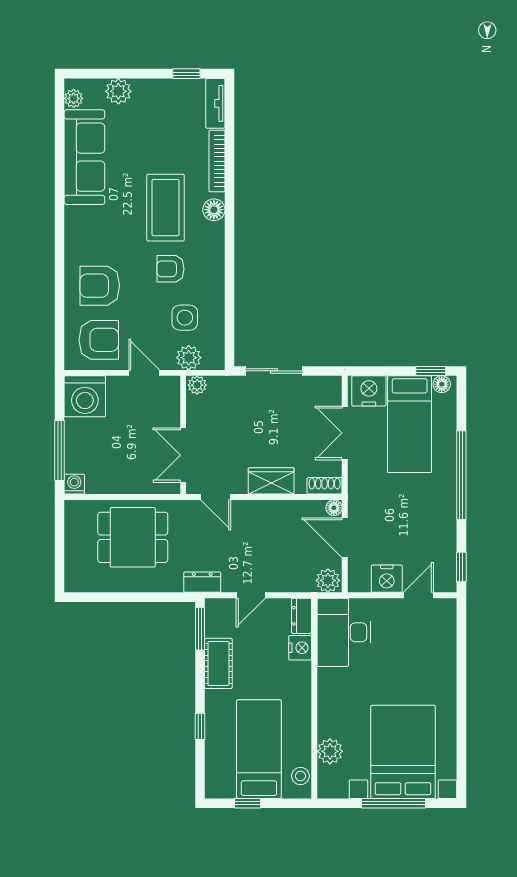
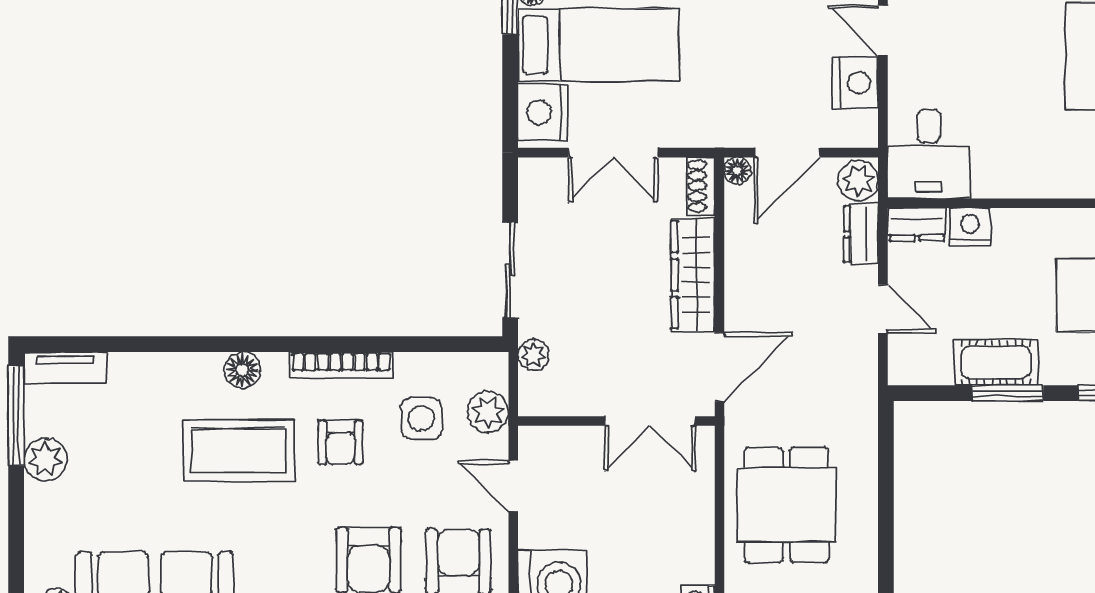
window: (186, 74) -> (16, 416), width x2.17
plant: (118, 91) -> (45, 459), moved
bookcase: (217, 161) -> (341, 365), moved
door: (144, 373) -> (513, 486), hinge flipped
plant: (197, 385) -> (534, 355), moved
wardrobe: (271, 481) -> (693, 275), width x1.50
door: (216, 497) -> (719, 367), width x1.38
dresser: (202, 582) -> (861, 234), moved
window: (200, 629) -> (1008, 393), moved
desk: (344, 632) -> (929, 154), width x0.73

